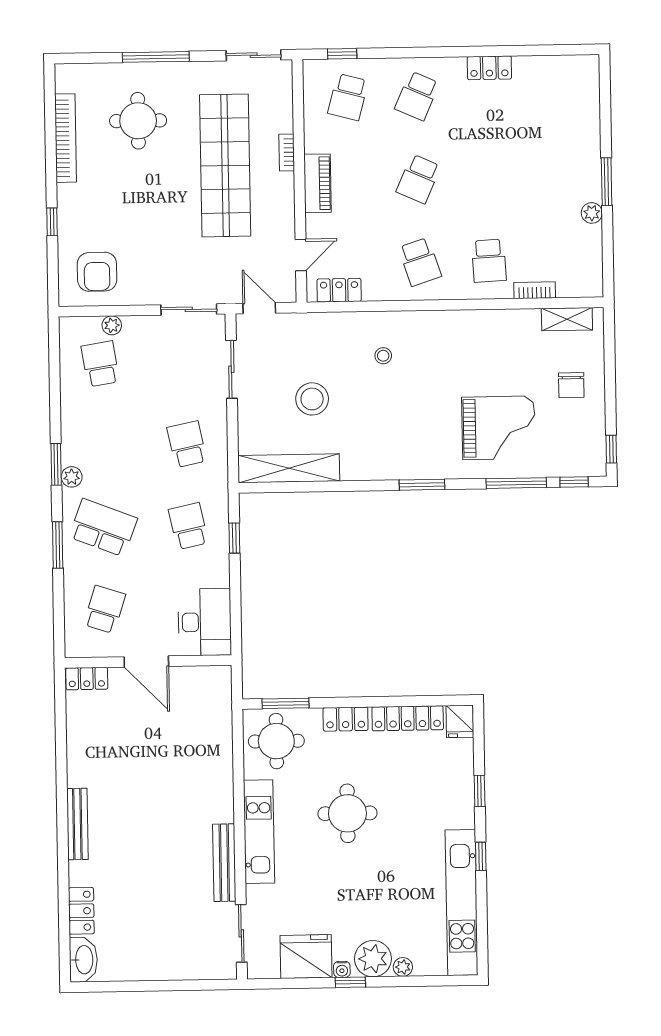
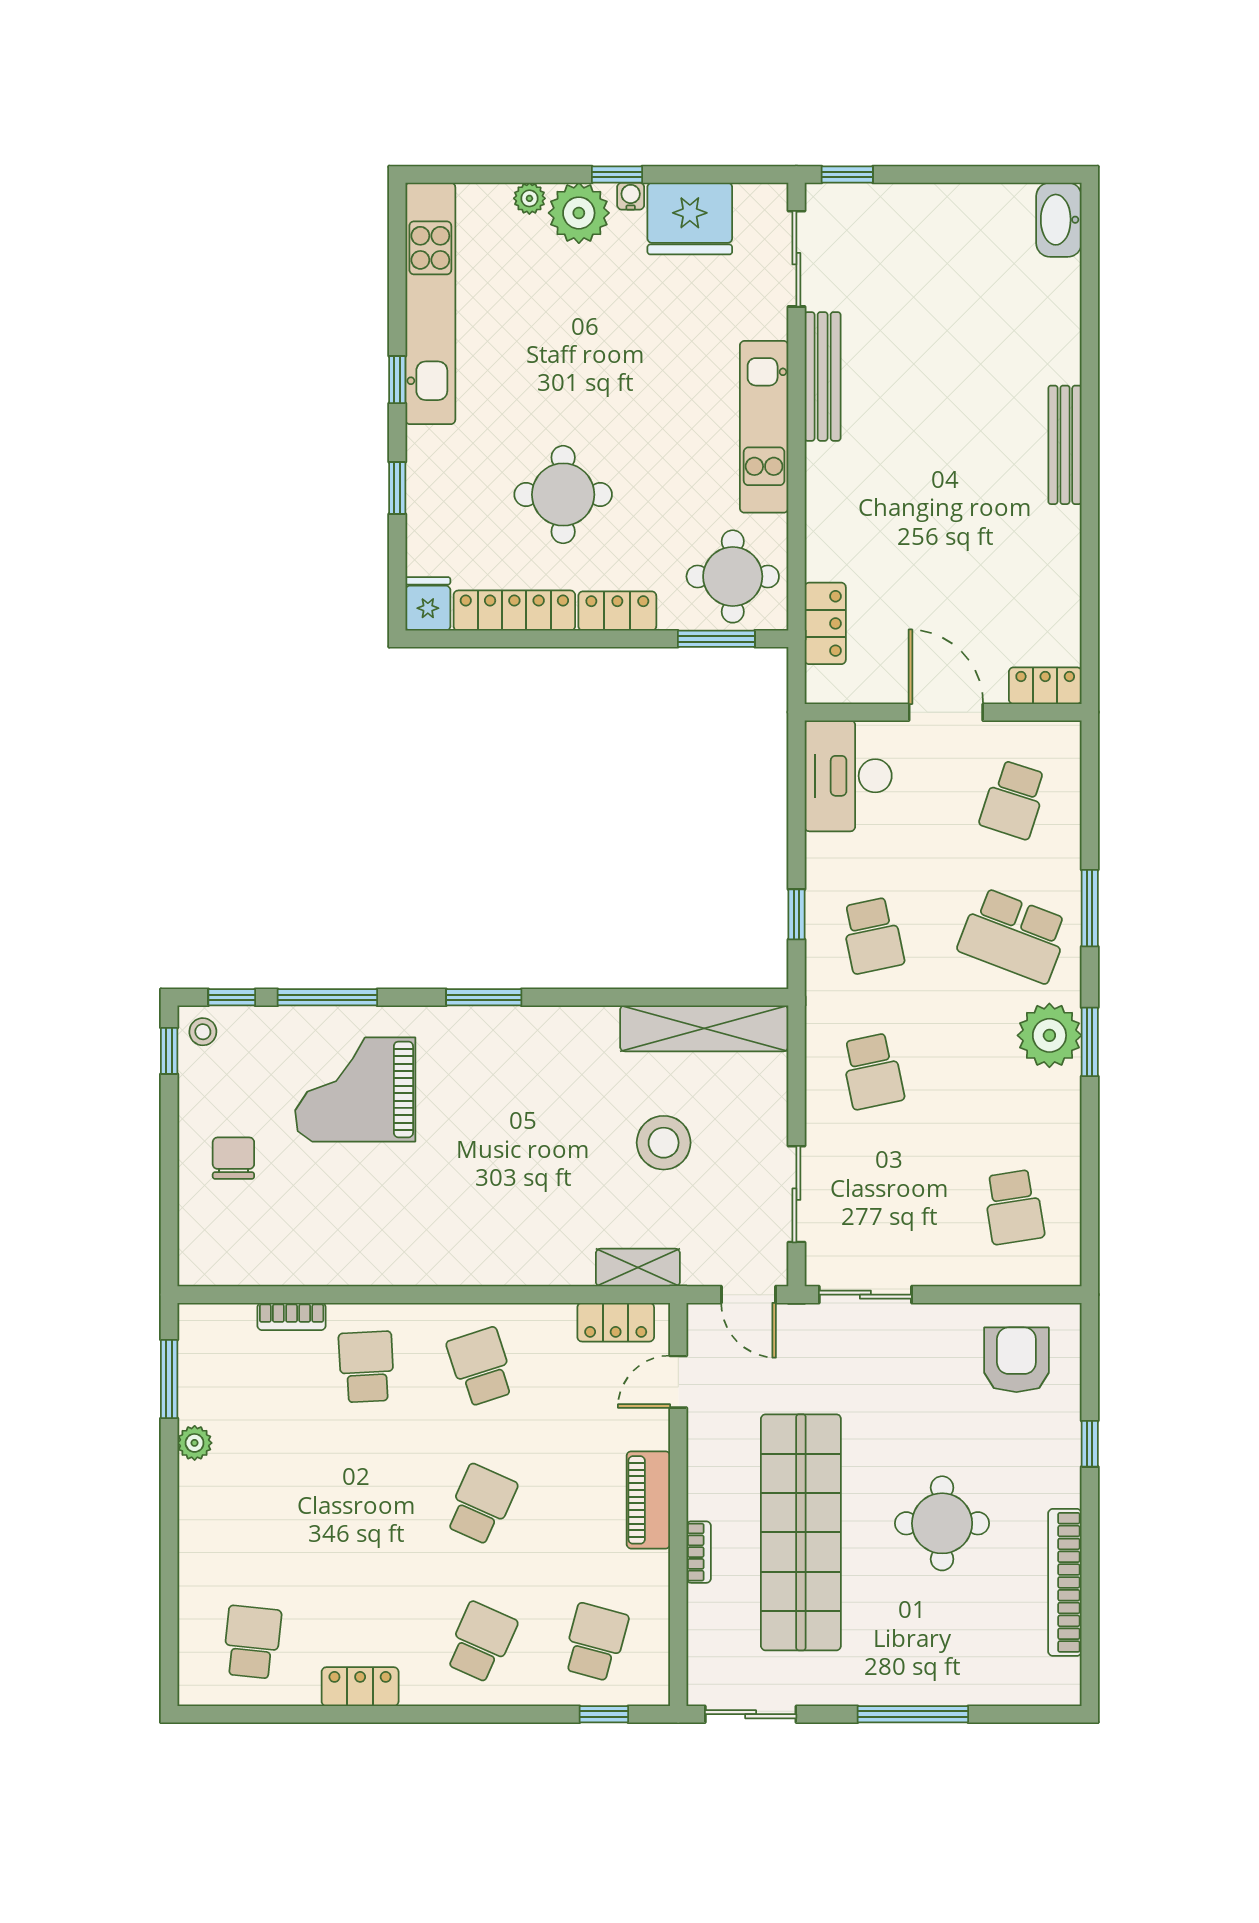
school desk: (555, 93) -> (252, 1642), added
round table: (138, 121) -> (942, 1523), moved
window: (607, 182) -> (169, 1379), moved
shelving: (567, 319) -> (638, 1268), moved
plant: (112, 325) -> (994, 1271), removed
stool: (383, 356) -> (203, 1032), moved
plant: (72, 477) -> (1049, 1035), width x1.87, depth x1.87
round table: (347, 813) -> (563, 495), moved
locker: (81, 911) -> (825, 623), moved, turned 180
window: (212, 985) -> (847, 174), added

